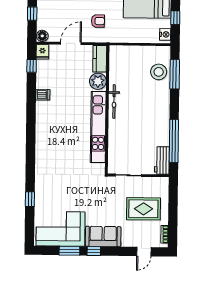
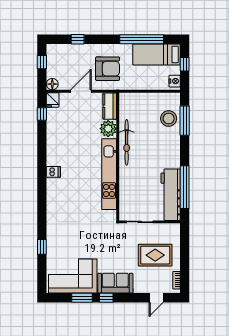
armchair: (98, 21) -> (108, 69), width x1.88, depth x1.88
dishwasher: (43, 95) -> (53, 172), moved
bicycle: (114, 101) -> (127, 142), width x1.37, depth x1.40
workbench: (162, 160) -> (171, 195), width x1.88, depth x1.32

